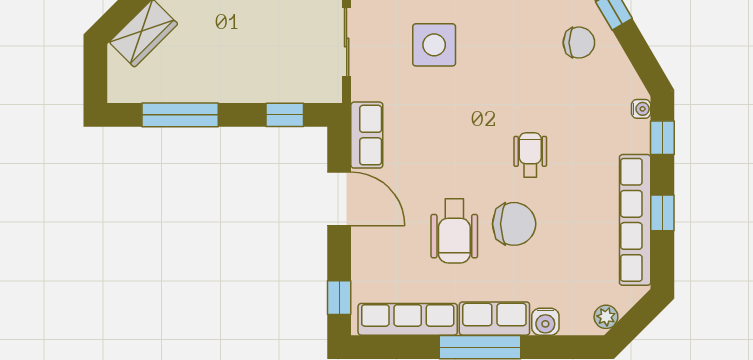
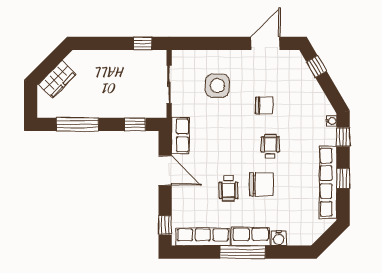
chair: (579, 43) -> (264, 105), moved
wheelchair: (454, 231) -> (229, 188), width x0.73, depth x0.73
plant: (606, 317) -> (312, 236), removed

